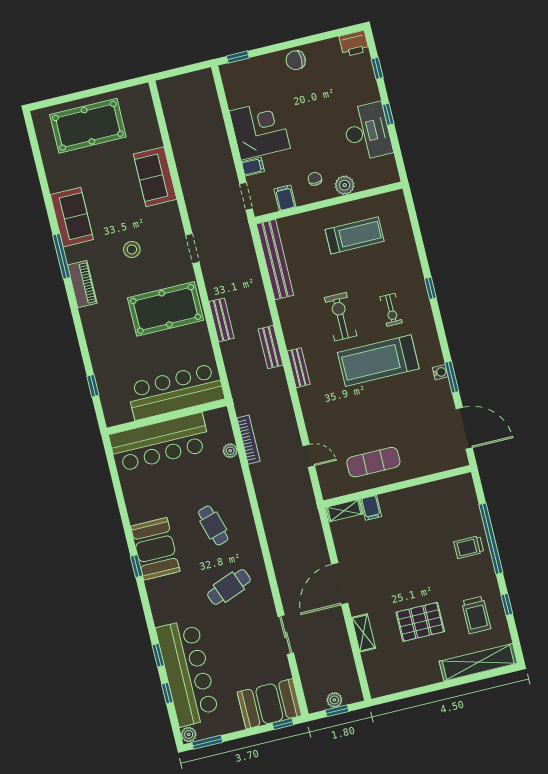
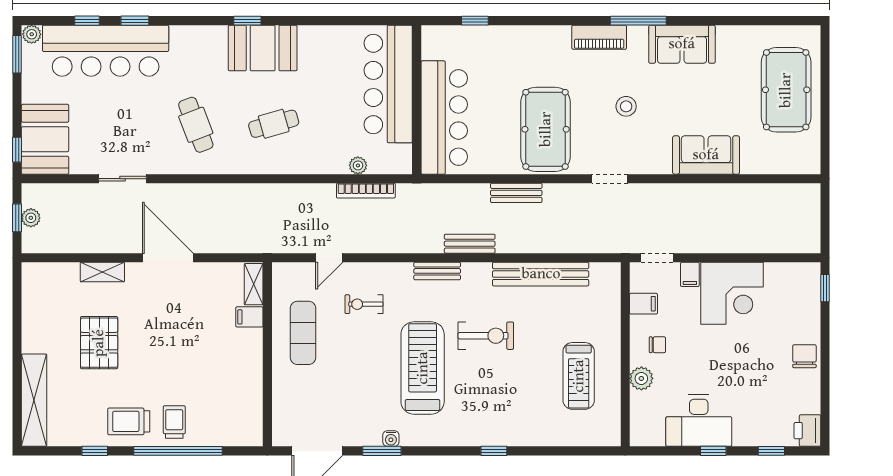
bench: (275, 260) -> (541, 274), moved
exercise bike: (391, 310) -> (364, 304), moved
trolley: (476, 615) -> (129, 421), moved

